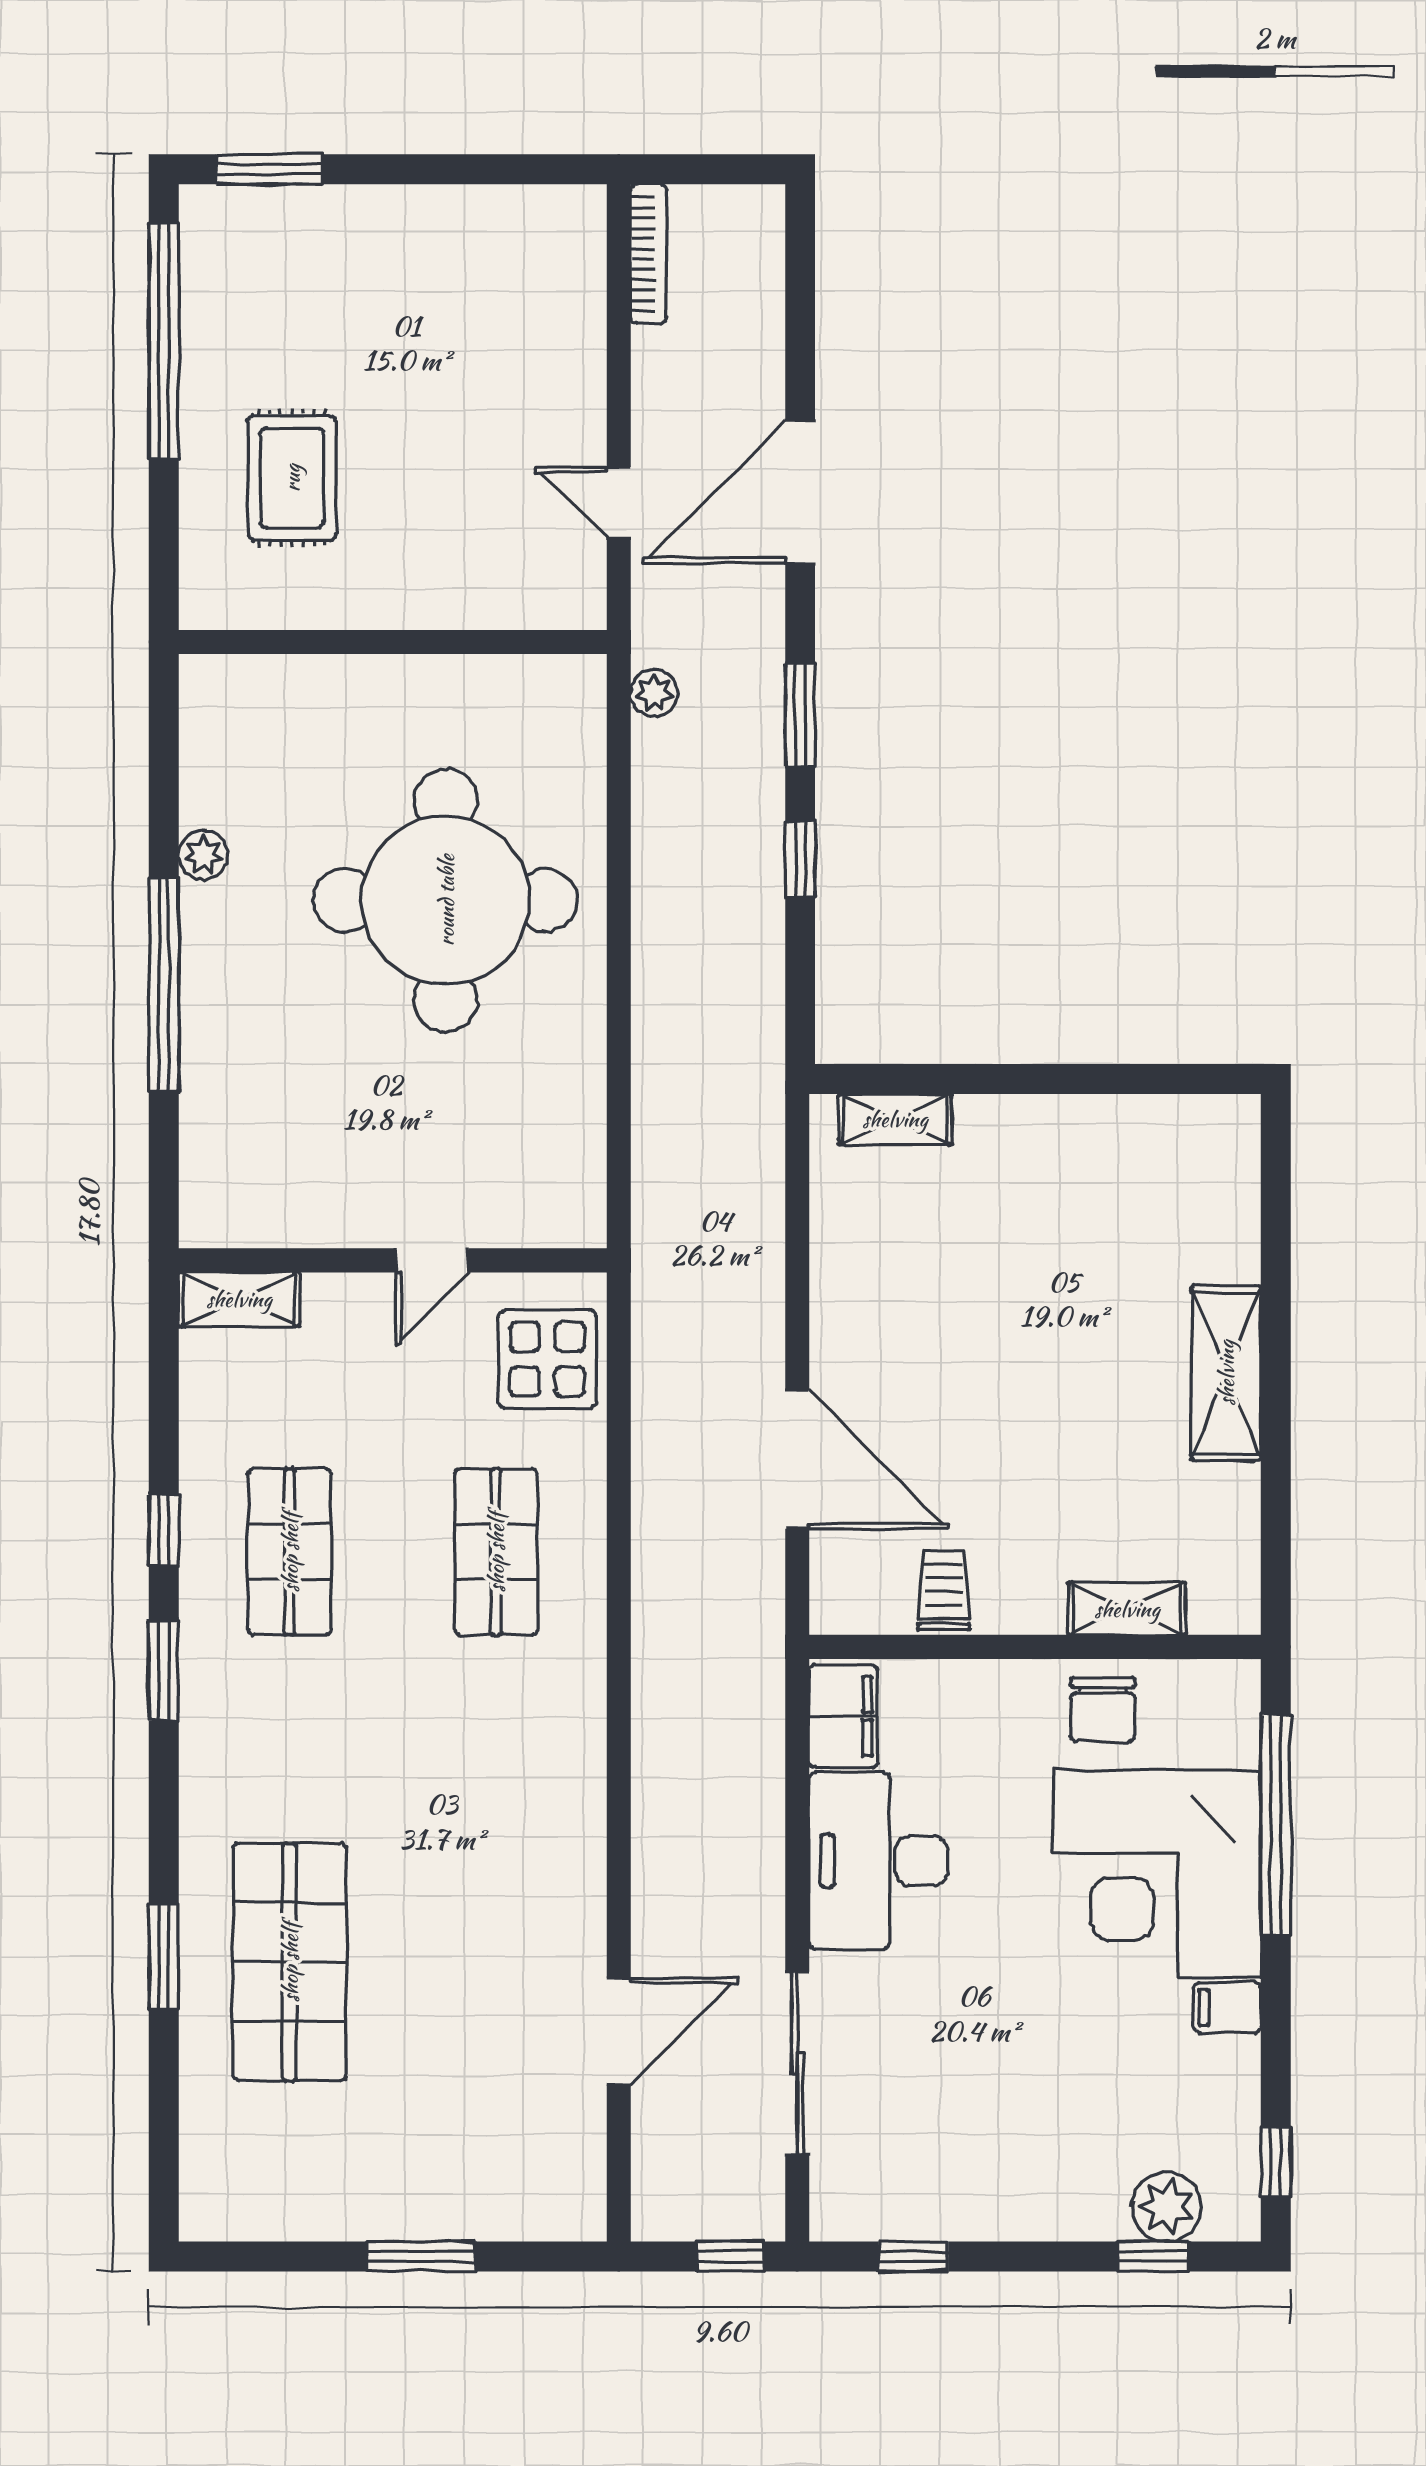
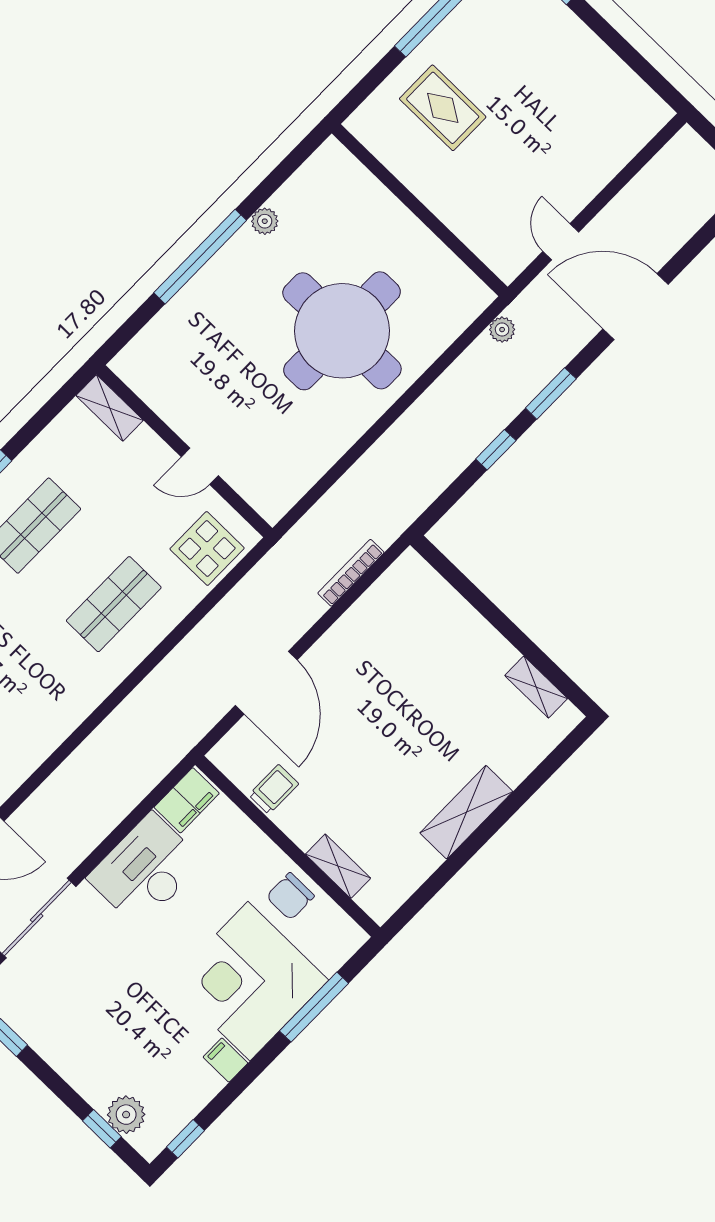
bookcase: (649, 254) -> (351, 573), moved, turned 180
rug: (292, 478) -> (443, 108), turned 90
shelving: (895, 1119) -> (536, 687), moved
window: (1276, 1825) -> (314, 1007), width x0.68

